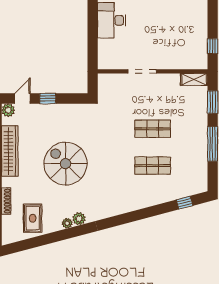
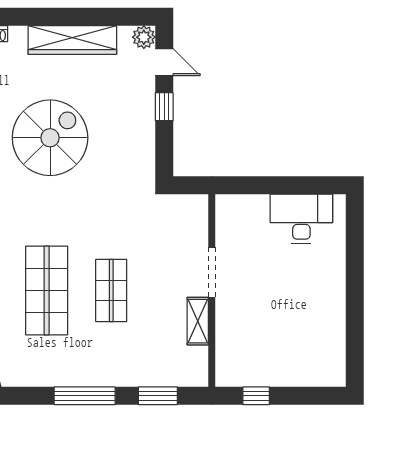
shelving: (194, 79) -> (198, 321), moved
shop shelf: (153, 166) -> (47, 291), width x1.43, depth x1.36

